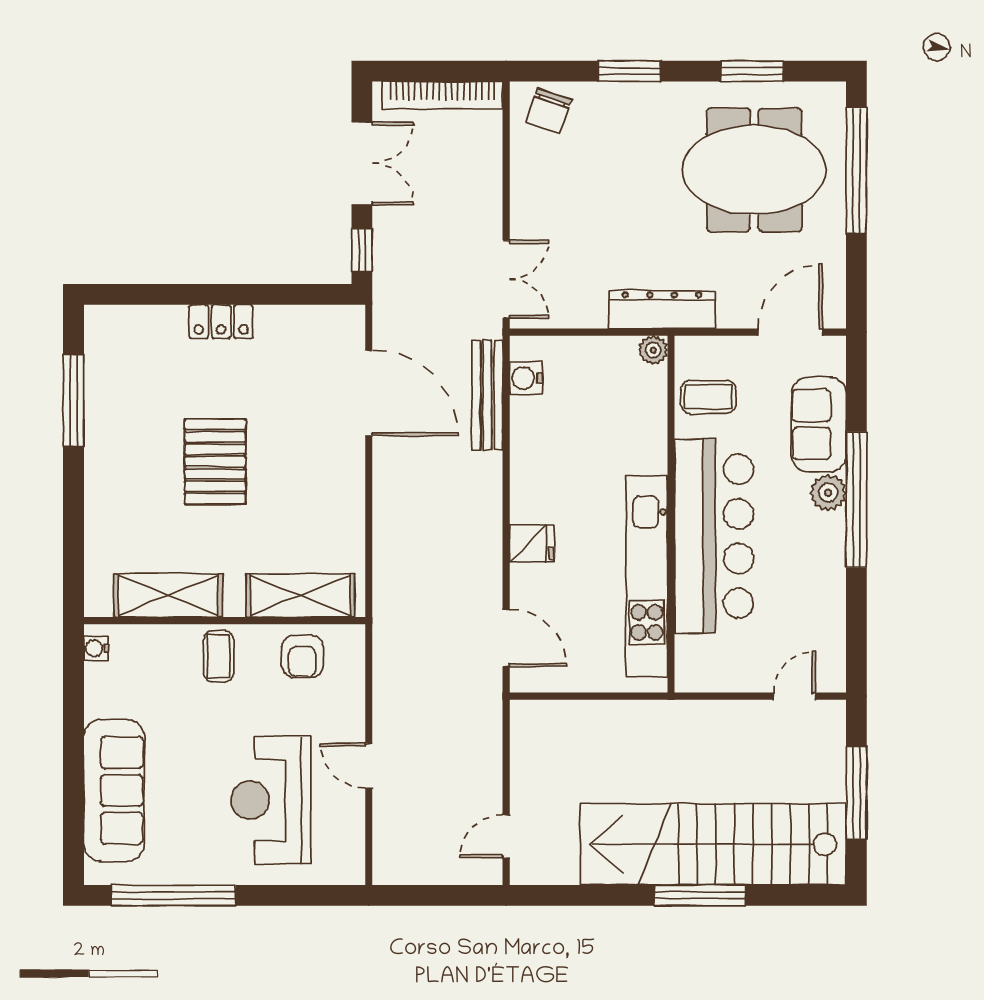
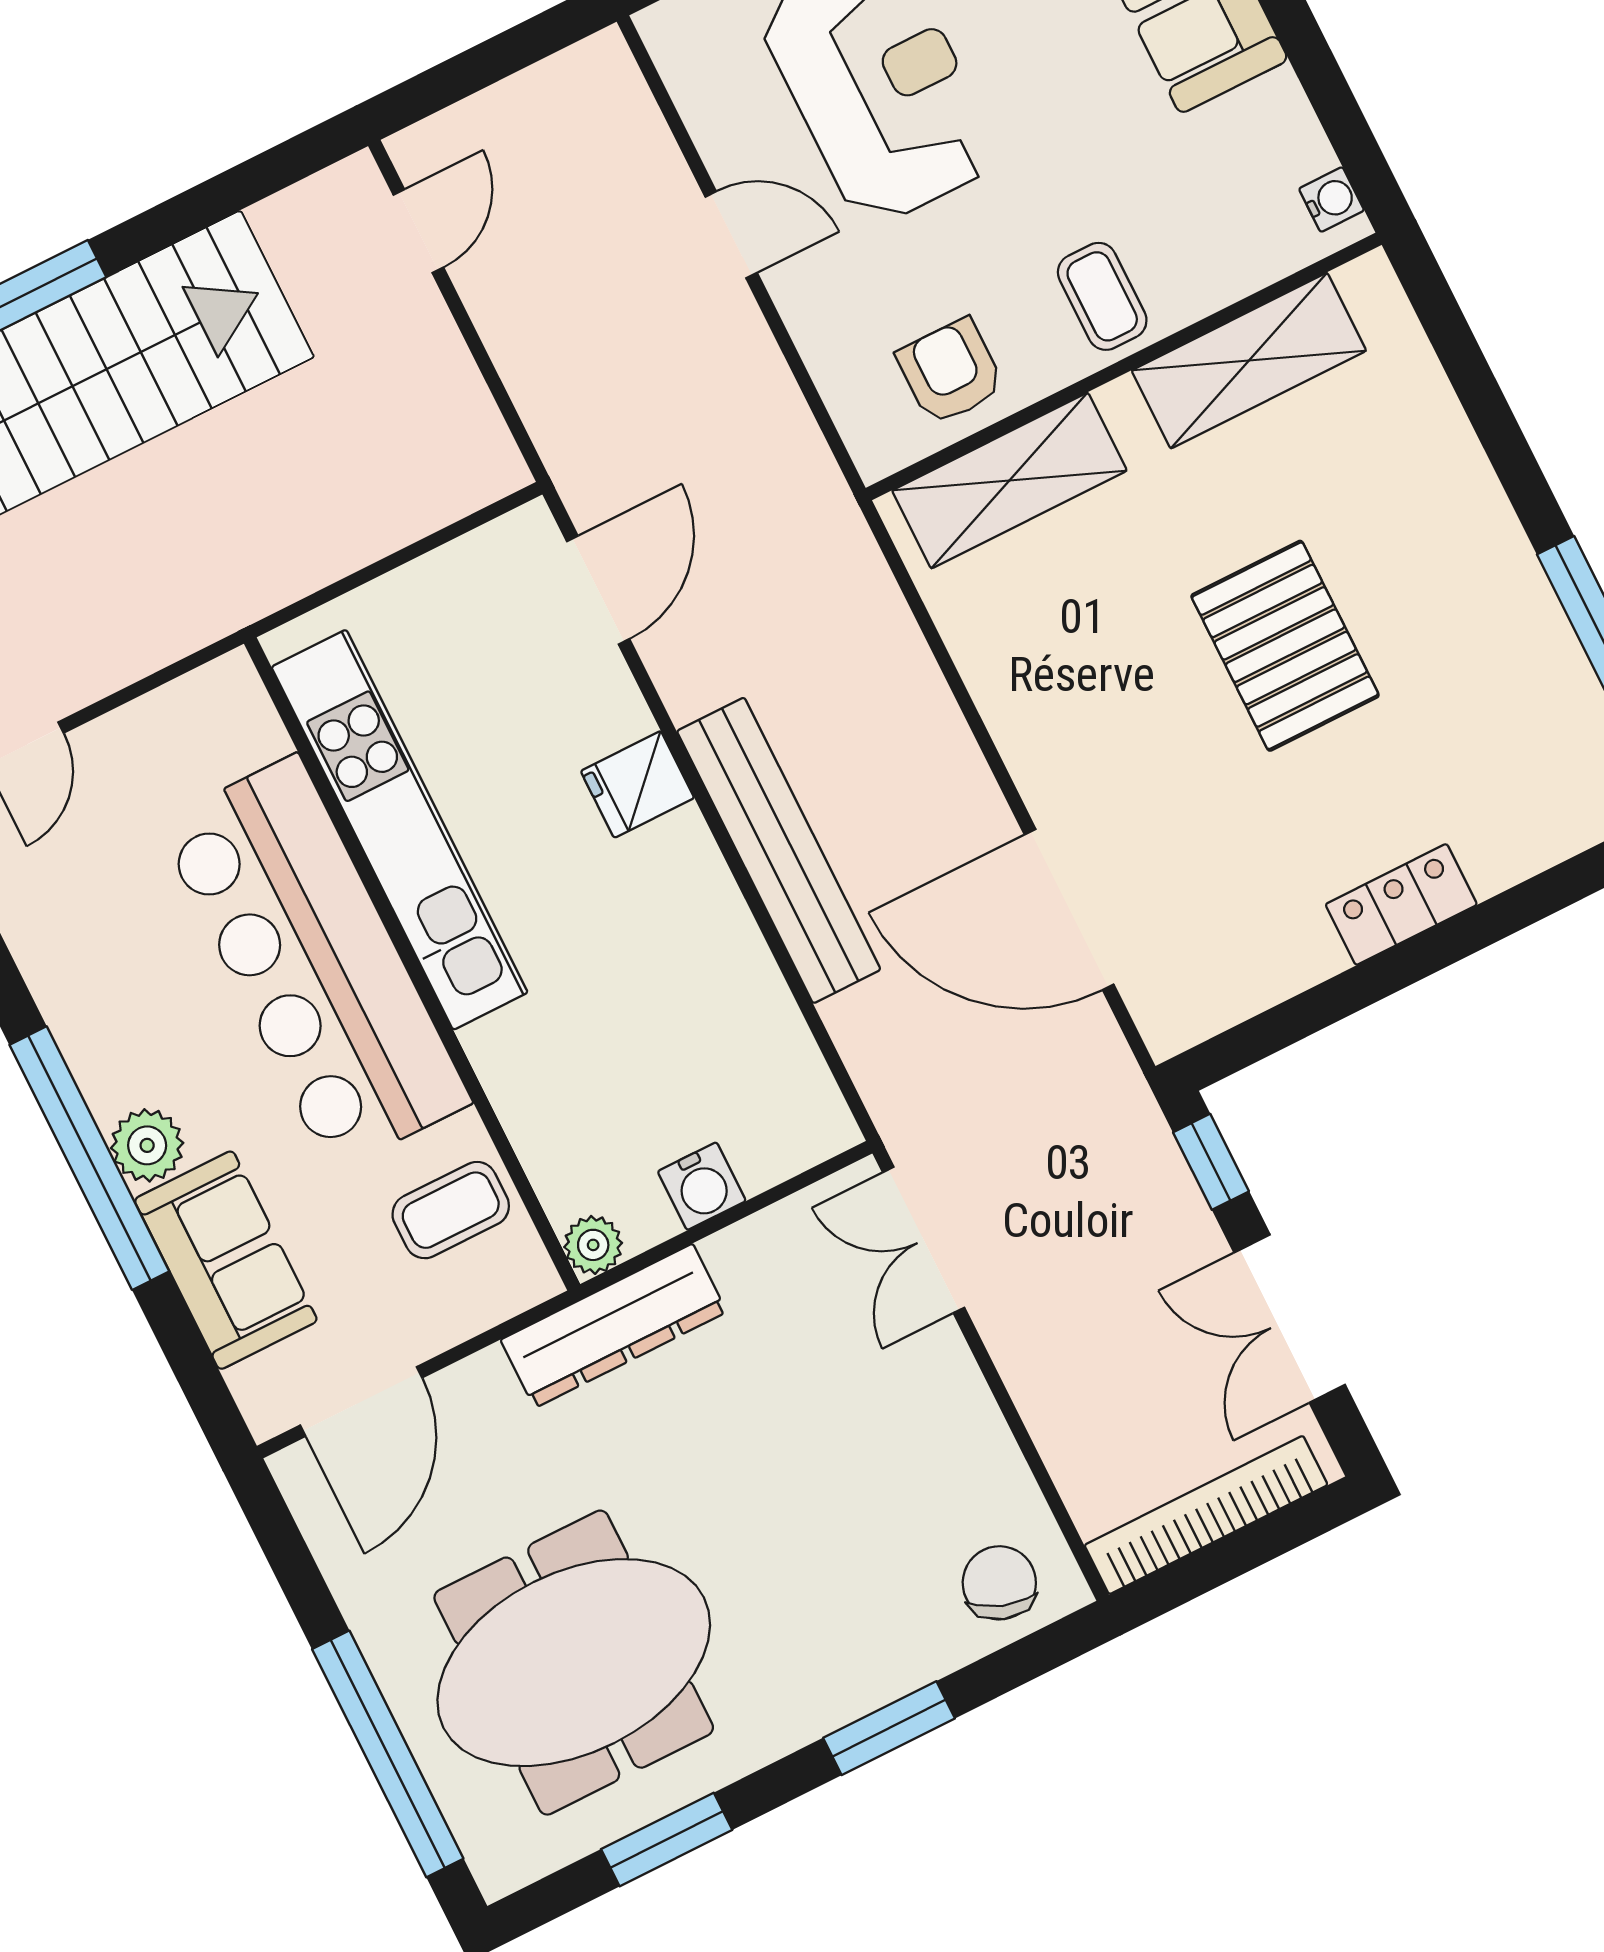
water cooler: (526, 378) -> (702, 1186), moved, turned 90
bench: (487, 395) -> (779, 850), moved, width x1.37, depth x1.21
door: (506, 638) -> (598, 590), swing flipped

